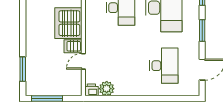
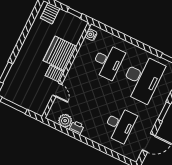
door: (83, 61) -> (57, 90), swing flipped
printer: (91, 90) -> (77, 128), moved

